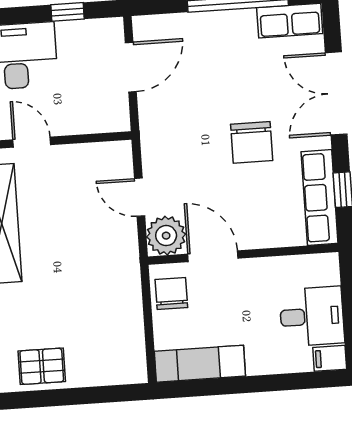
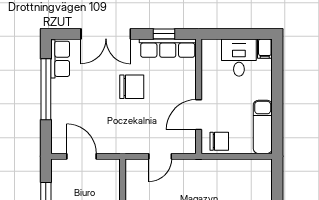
plant: (166, 236) -> (184, 142), removed
chair: (171, 293) -> (219, 141), turned 180

